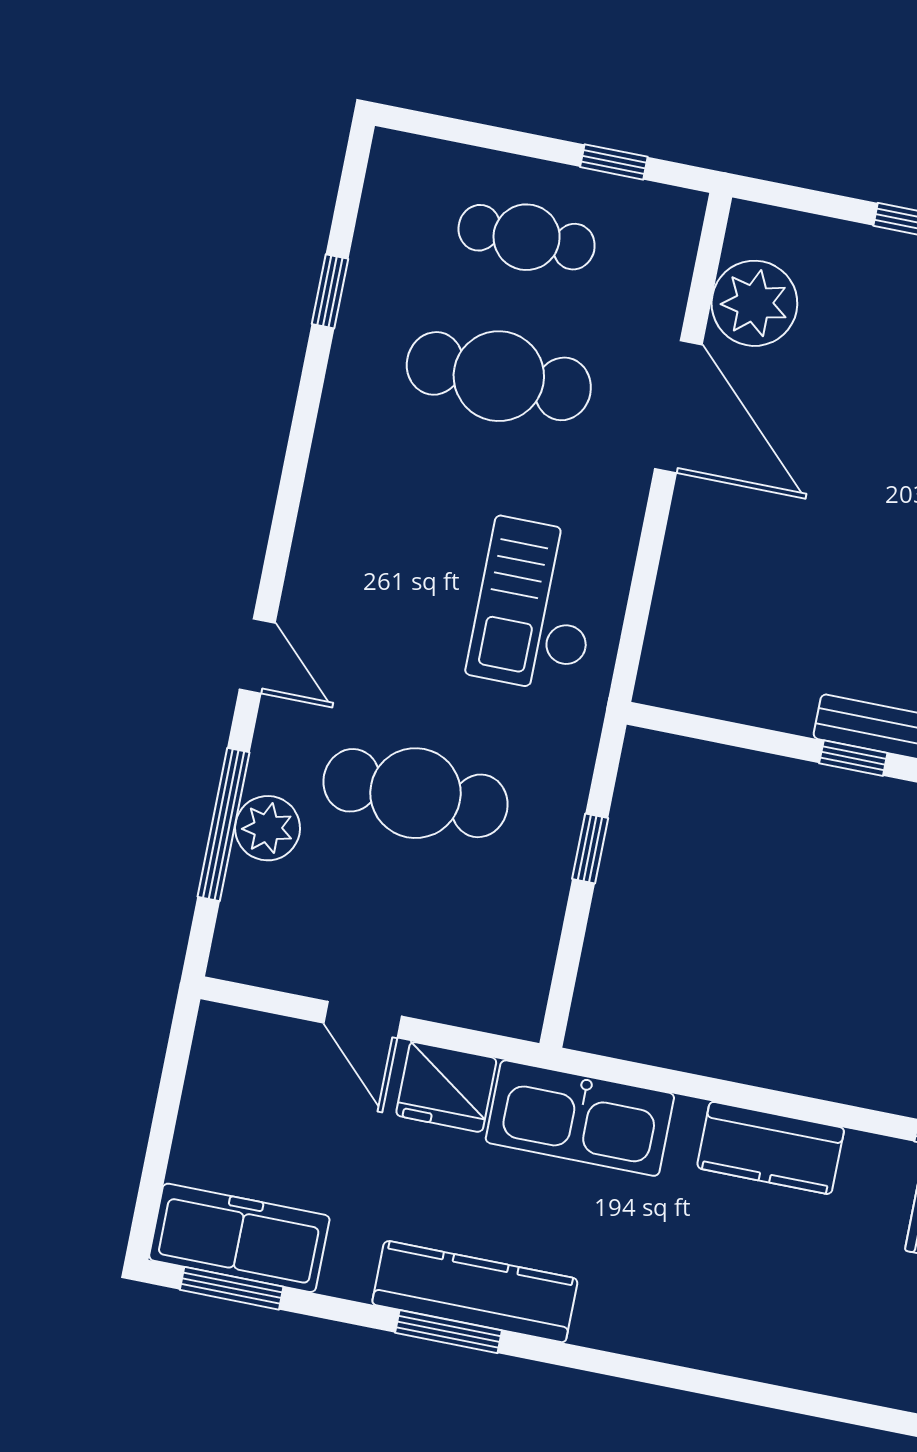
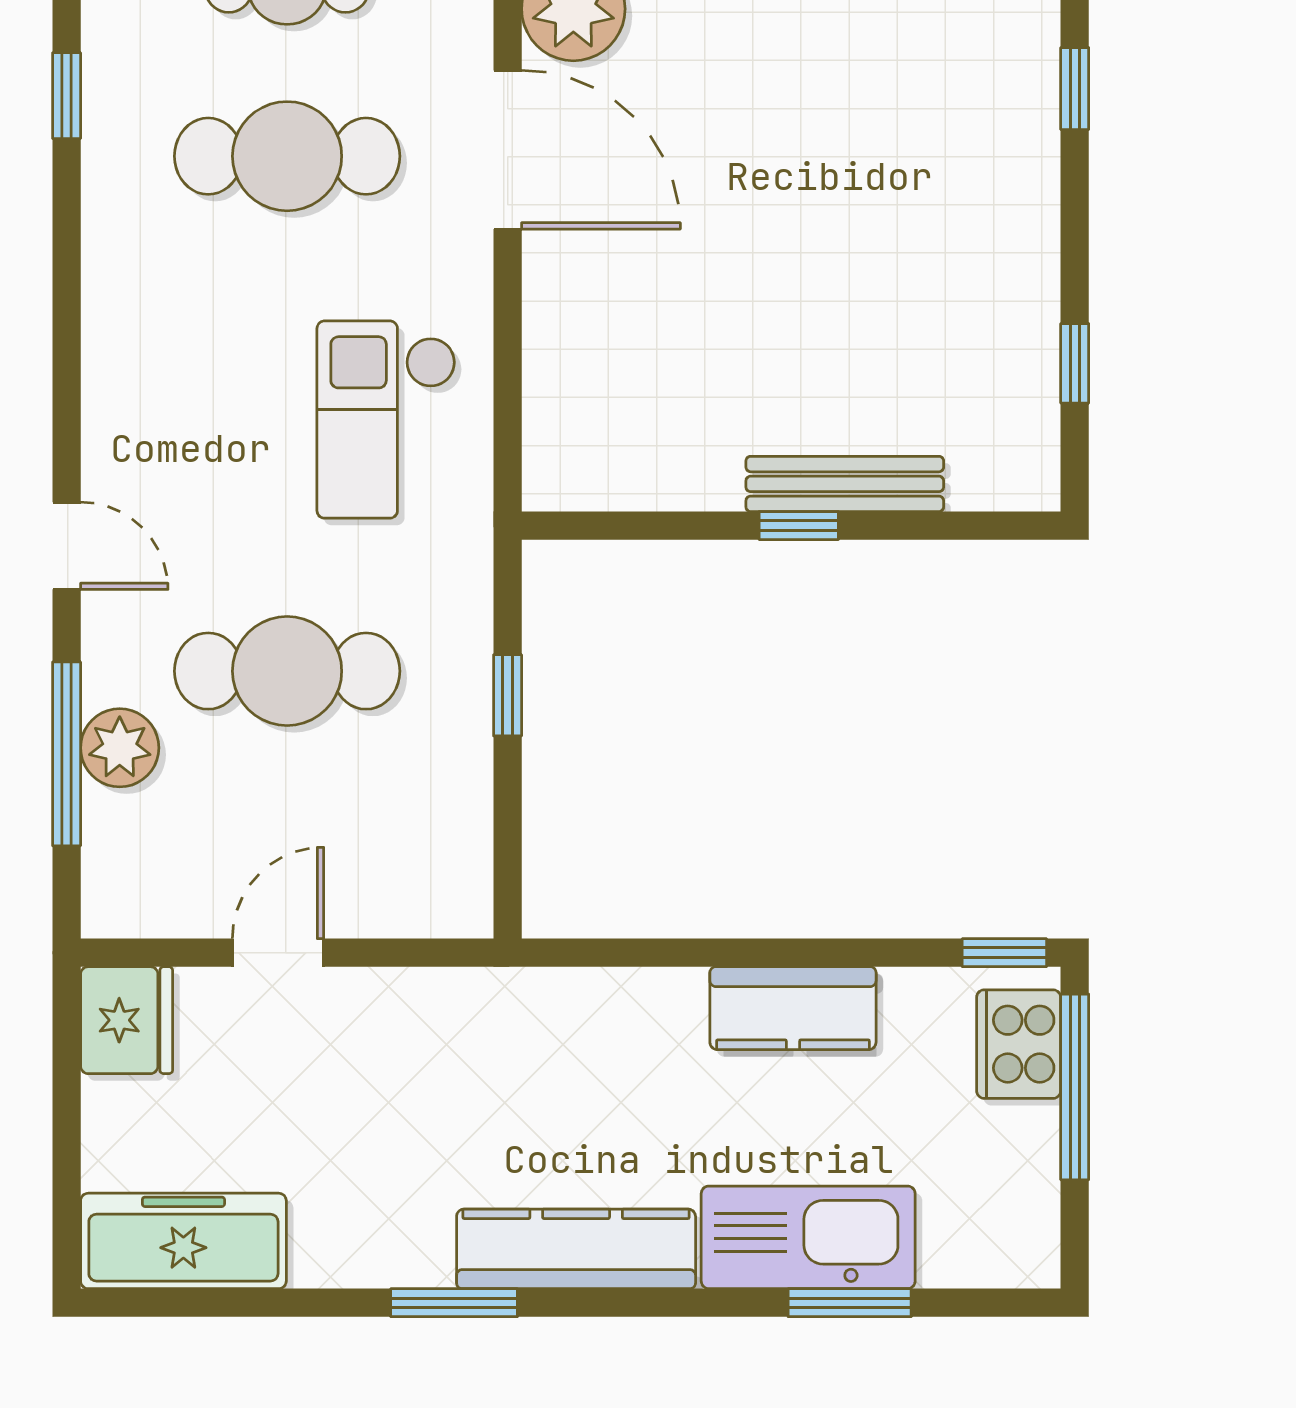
door: (363, 1020) -> (278, 953), swing flipped
fridge: (446, 1087) -> (127, 1020), moved, turned -90
kitchen sink: (580, 1118) -> (808, 1237), moved, turned 180
window: (232, 1288) -> (850, 1303), moved
kitchen counter: (475, 1292) -> (576, 1249), moved

